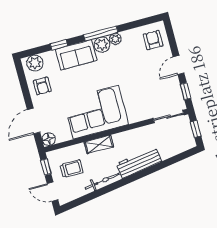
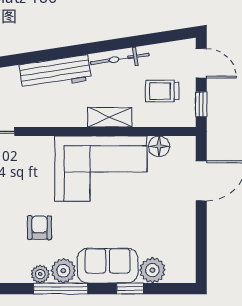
plant: (35, 63) -> (152, 270), moved
armchair: (42, 86) -> (39, 228), moved
floor lamp: (49, 139) -> (159, 146), moved

